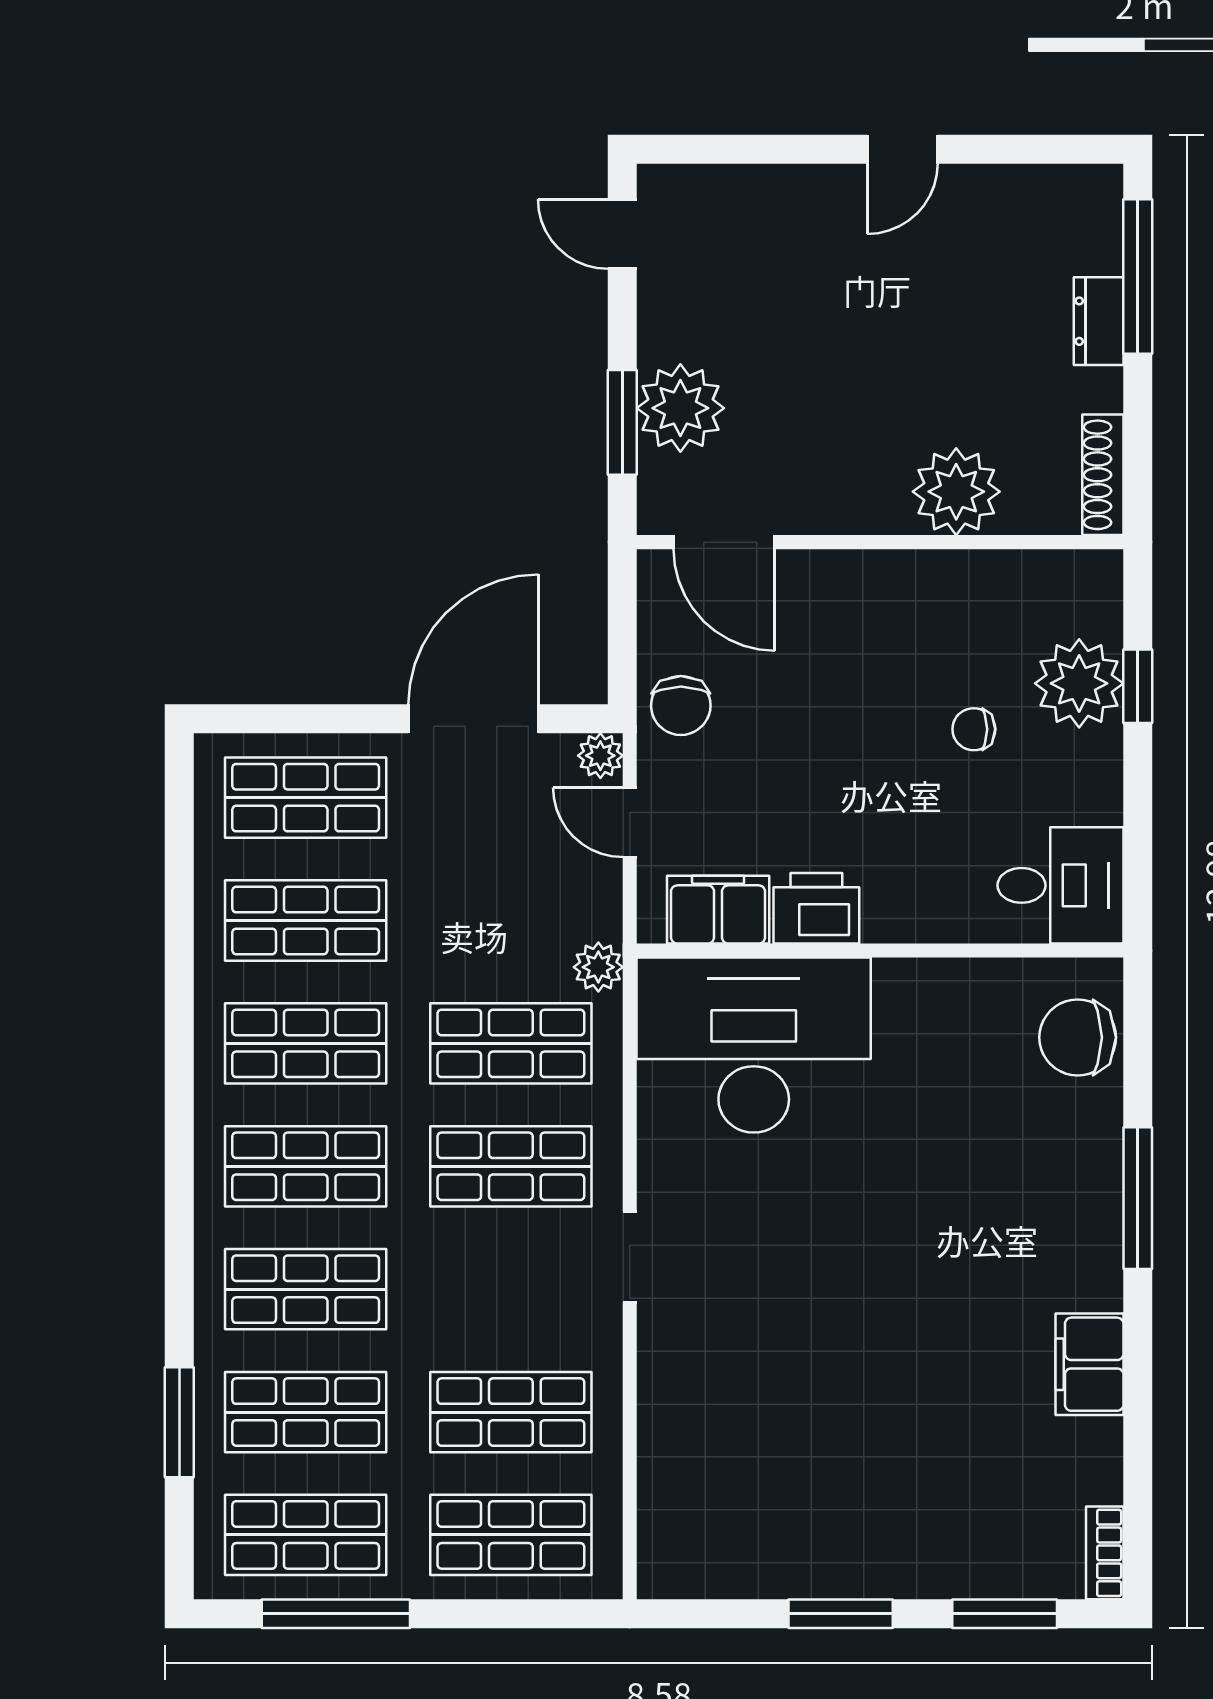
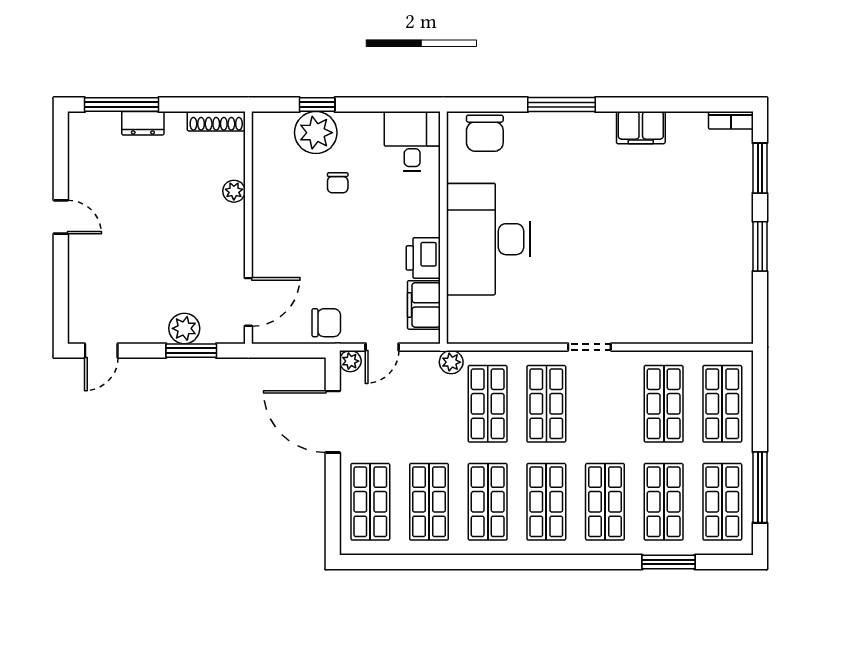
plant: (680, 408) -> (184, 328), width x0.73, depth x0.73
plant: (956, 492) -> (234, 191), width x0.53, depth x0.53
desk: (754, 1045) -> (488, 239), moved

